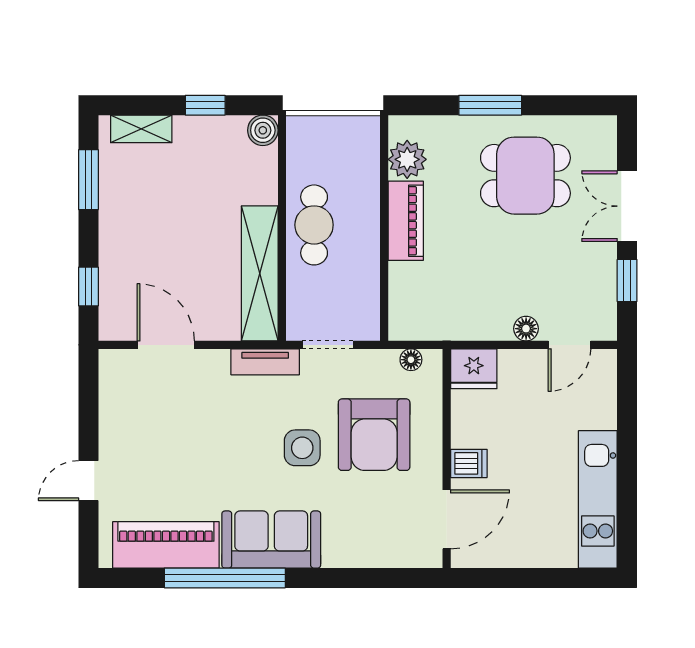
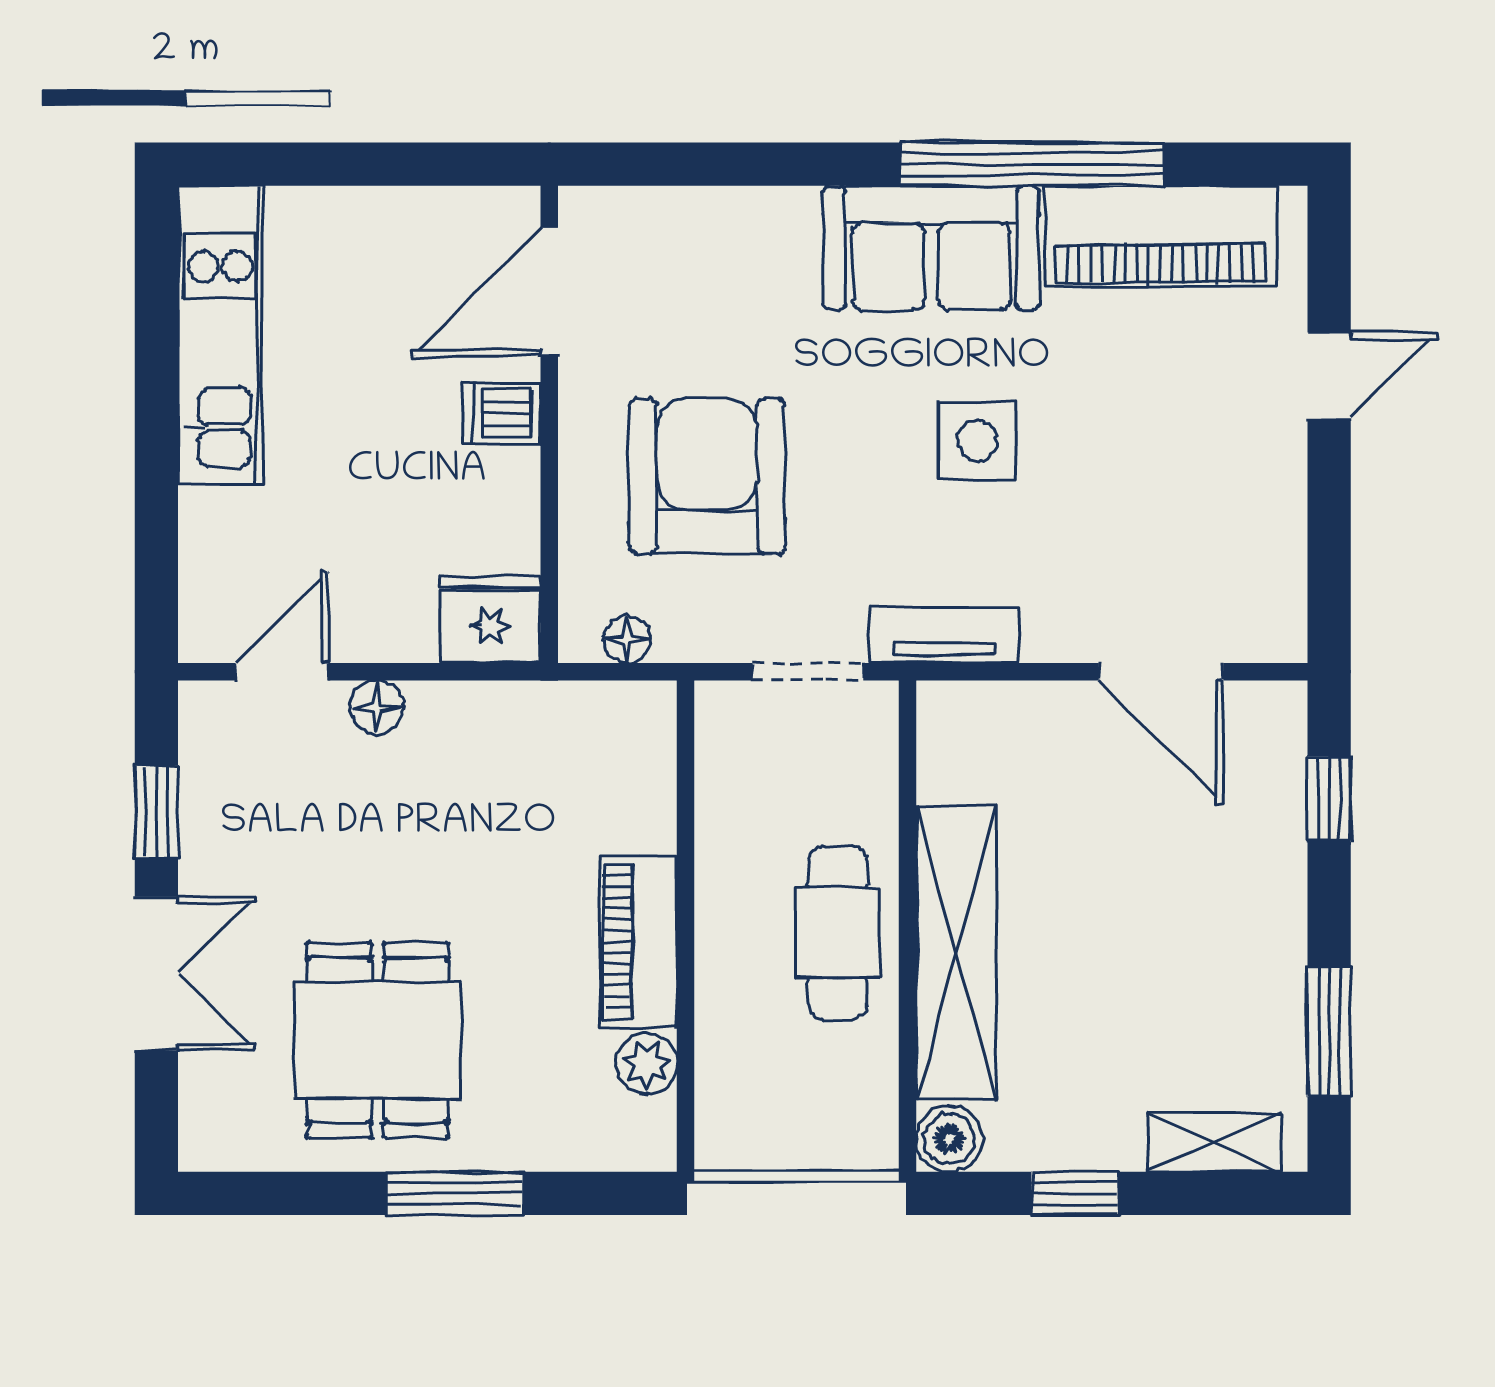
plant: (407, 159) -> (646, 1064), width x0.73, depth x0.73
dining table: (525, 176) -> (378, 1040), turned 90
shelving: (260, 273) -> (956, 953), moved
side table: (302, 448) -> (977, 441), moved

